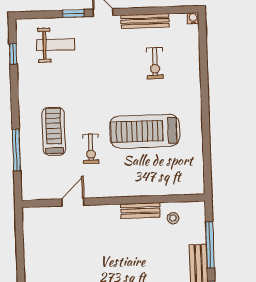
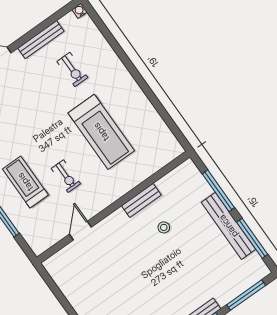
treadmill: (145, 131) -> (101, 132), turned -90
stool: (173, 218) -> (164, 227), moved

